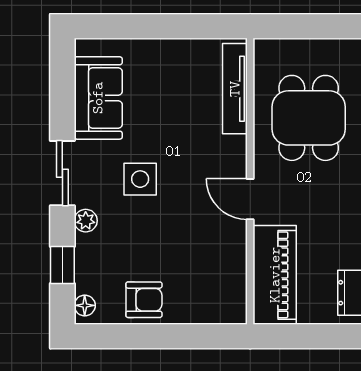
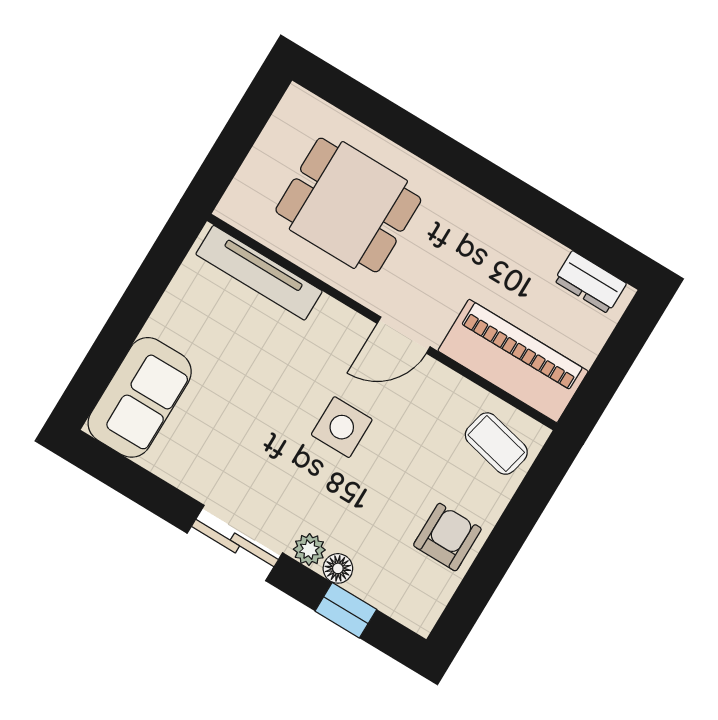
sofa: (98, 98) -> (140, 397), moved, turned 90
side table: (140, 179) -> (342, 427), moved
coffee table: (218, 295) -> (496, 444), added
floor lamp: (85, 305) -> (338, 568), moved

